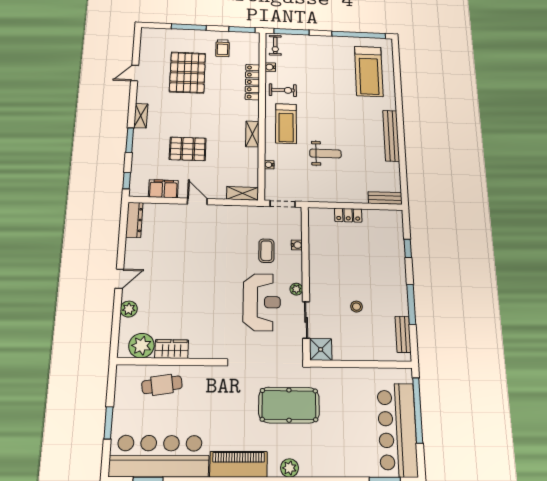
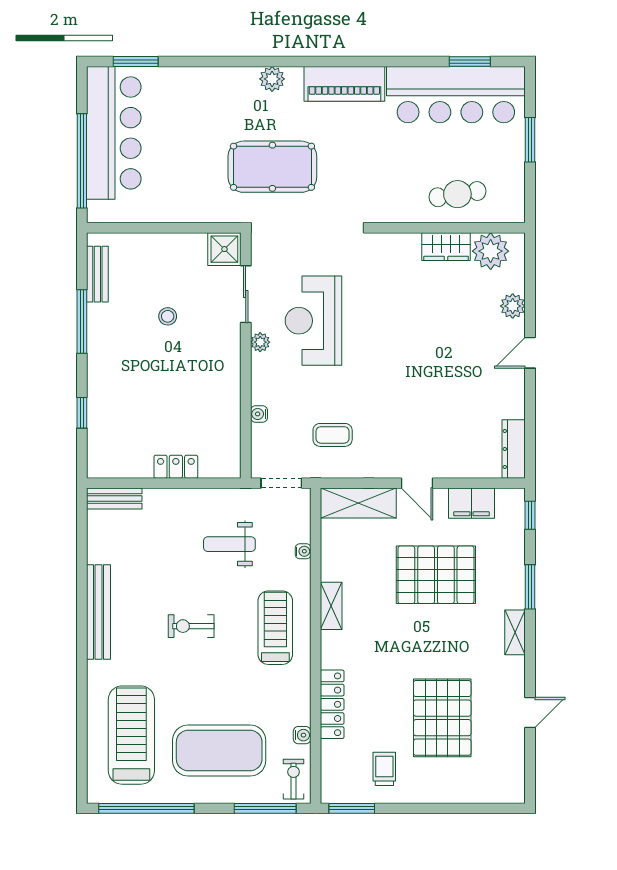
window: (189, 27) -> (444, 808), removed
exercise mat: (318, 61) -> (219, 751), added
exercise bike: (283, 90) -> (191, 626), moved
pallet: (188, 149) -> (436, 575), width x1.37, depth x1.41
weight bench: (325, 153) -> (229, 544), moved
shelving: (242, 193) -> (358, 503), width x1.50, depth x1.33
coffee table: (266, 251) -> (333, 435), moved, turned 90

